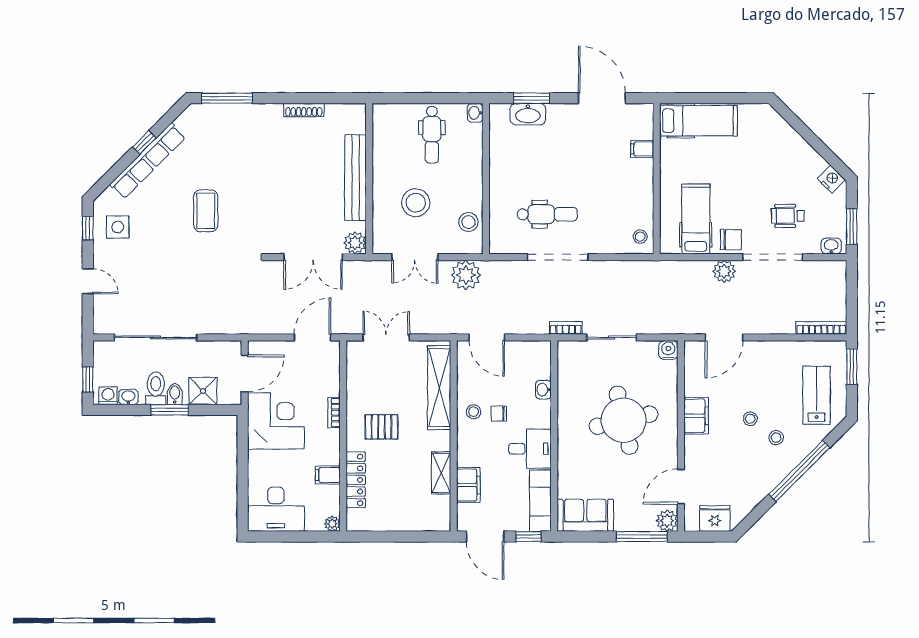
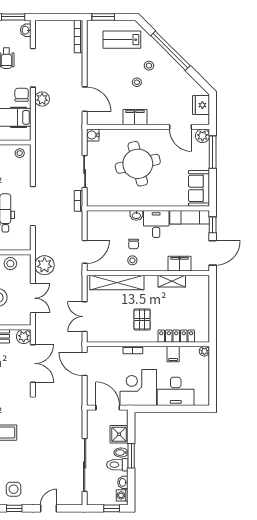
washbasin: (543, 390) -> (136, 215), moved
desk: (276, 509) -> (176, 391), moved, turned 90

